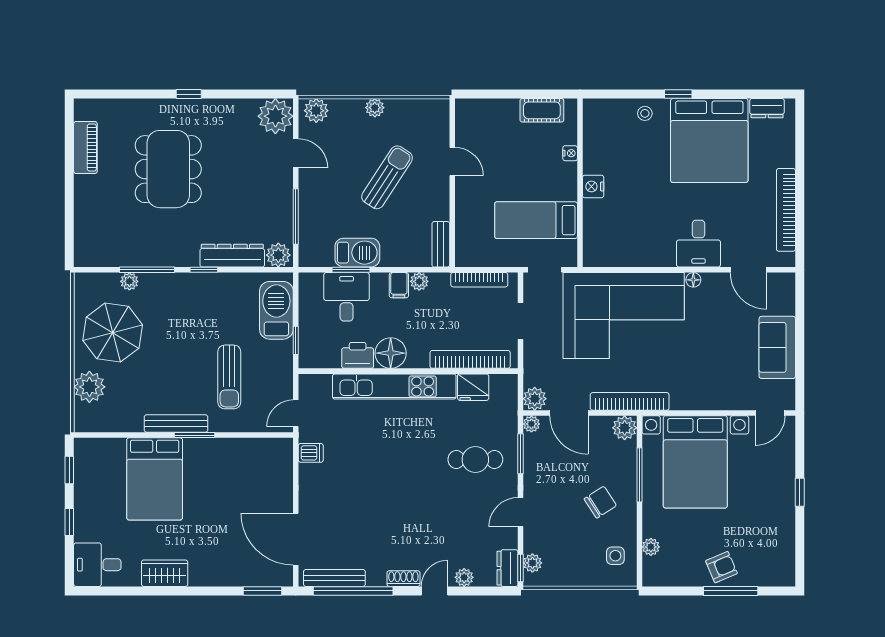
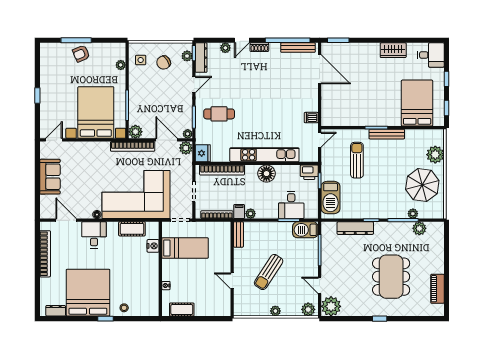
nightstand: (593, 186) -> (153, 246), moved
barbecue: (357, 253) -> (305, 230), moved
cot: (631, 254) -> (132, 229), added
plant: (278, 255) -> (419, 228), moved
filing cabinet: (399, 285) -> (239, 212), moved
printer: (358, 355) -> (309, 172), moved
fridge: (473, 387) -> (203, 153), moved, turned 90
bed: (155, 479) -> (417, 103), moved
chair: (600, 502) -> (164, 63), moved
dresser: (507, 568) -> (201, 58), width x1.44

